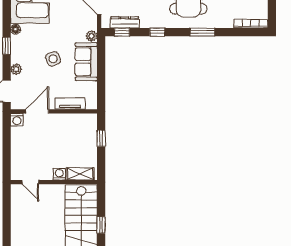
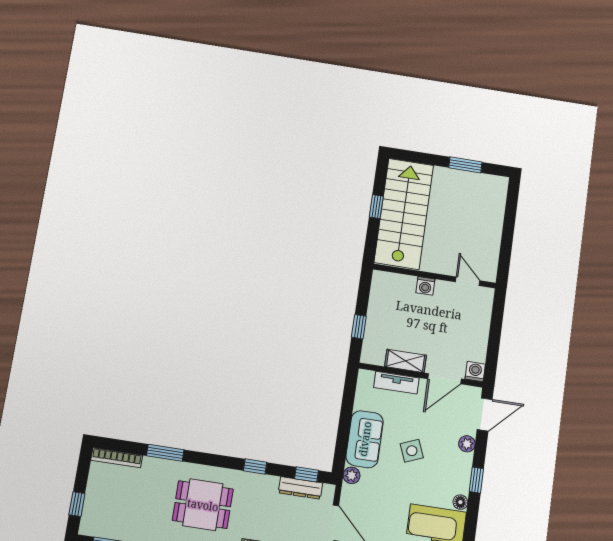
window: (202, 32) -> (165, 453), moved
shelving: (80, 174) -> (406, 361), moved

